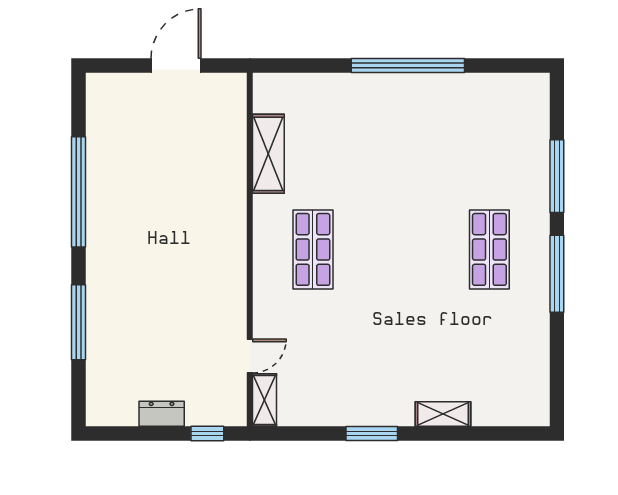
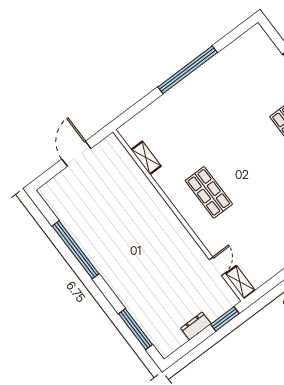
shelving: (268, 154) -> (146, 158), width x0.67, depth x0.75
window: (78, 322) -> (136, 329), moved
window: (207, 433) -> (225, 319), width x1.50

